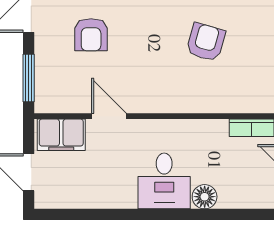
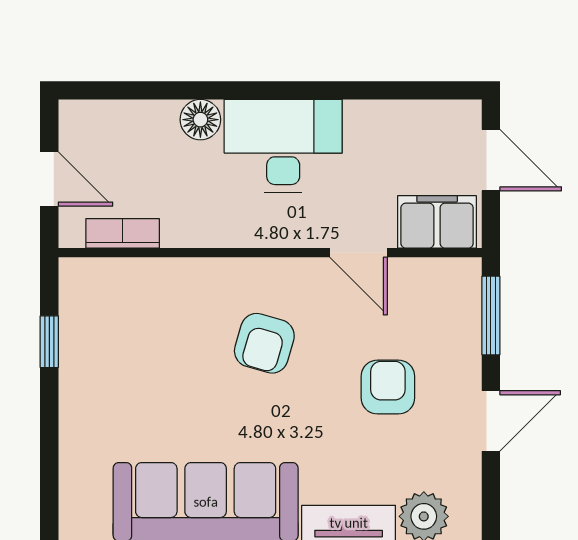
armchair: (206, 42) -> (264, 343), moved
desk: (164, 181) -> (283, 146), width x1.37

